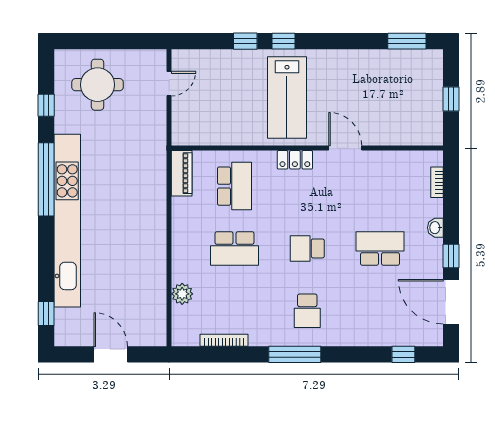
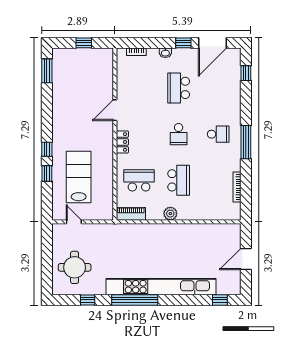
lab bench: (287, 97) -> (79, 177), moved, turned -90
plant: (182, 294) -> (170, 214), moved

